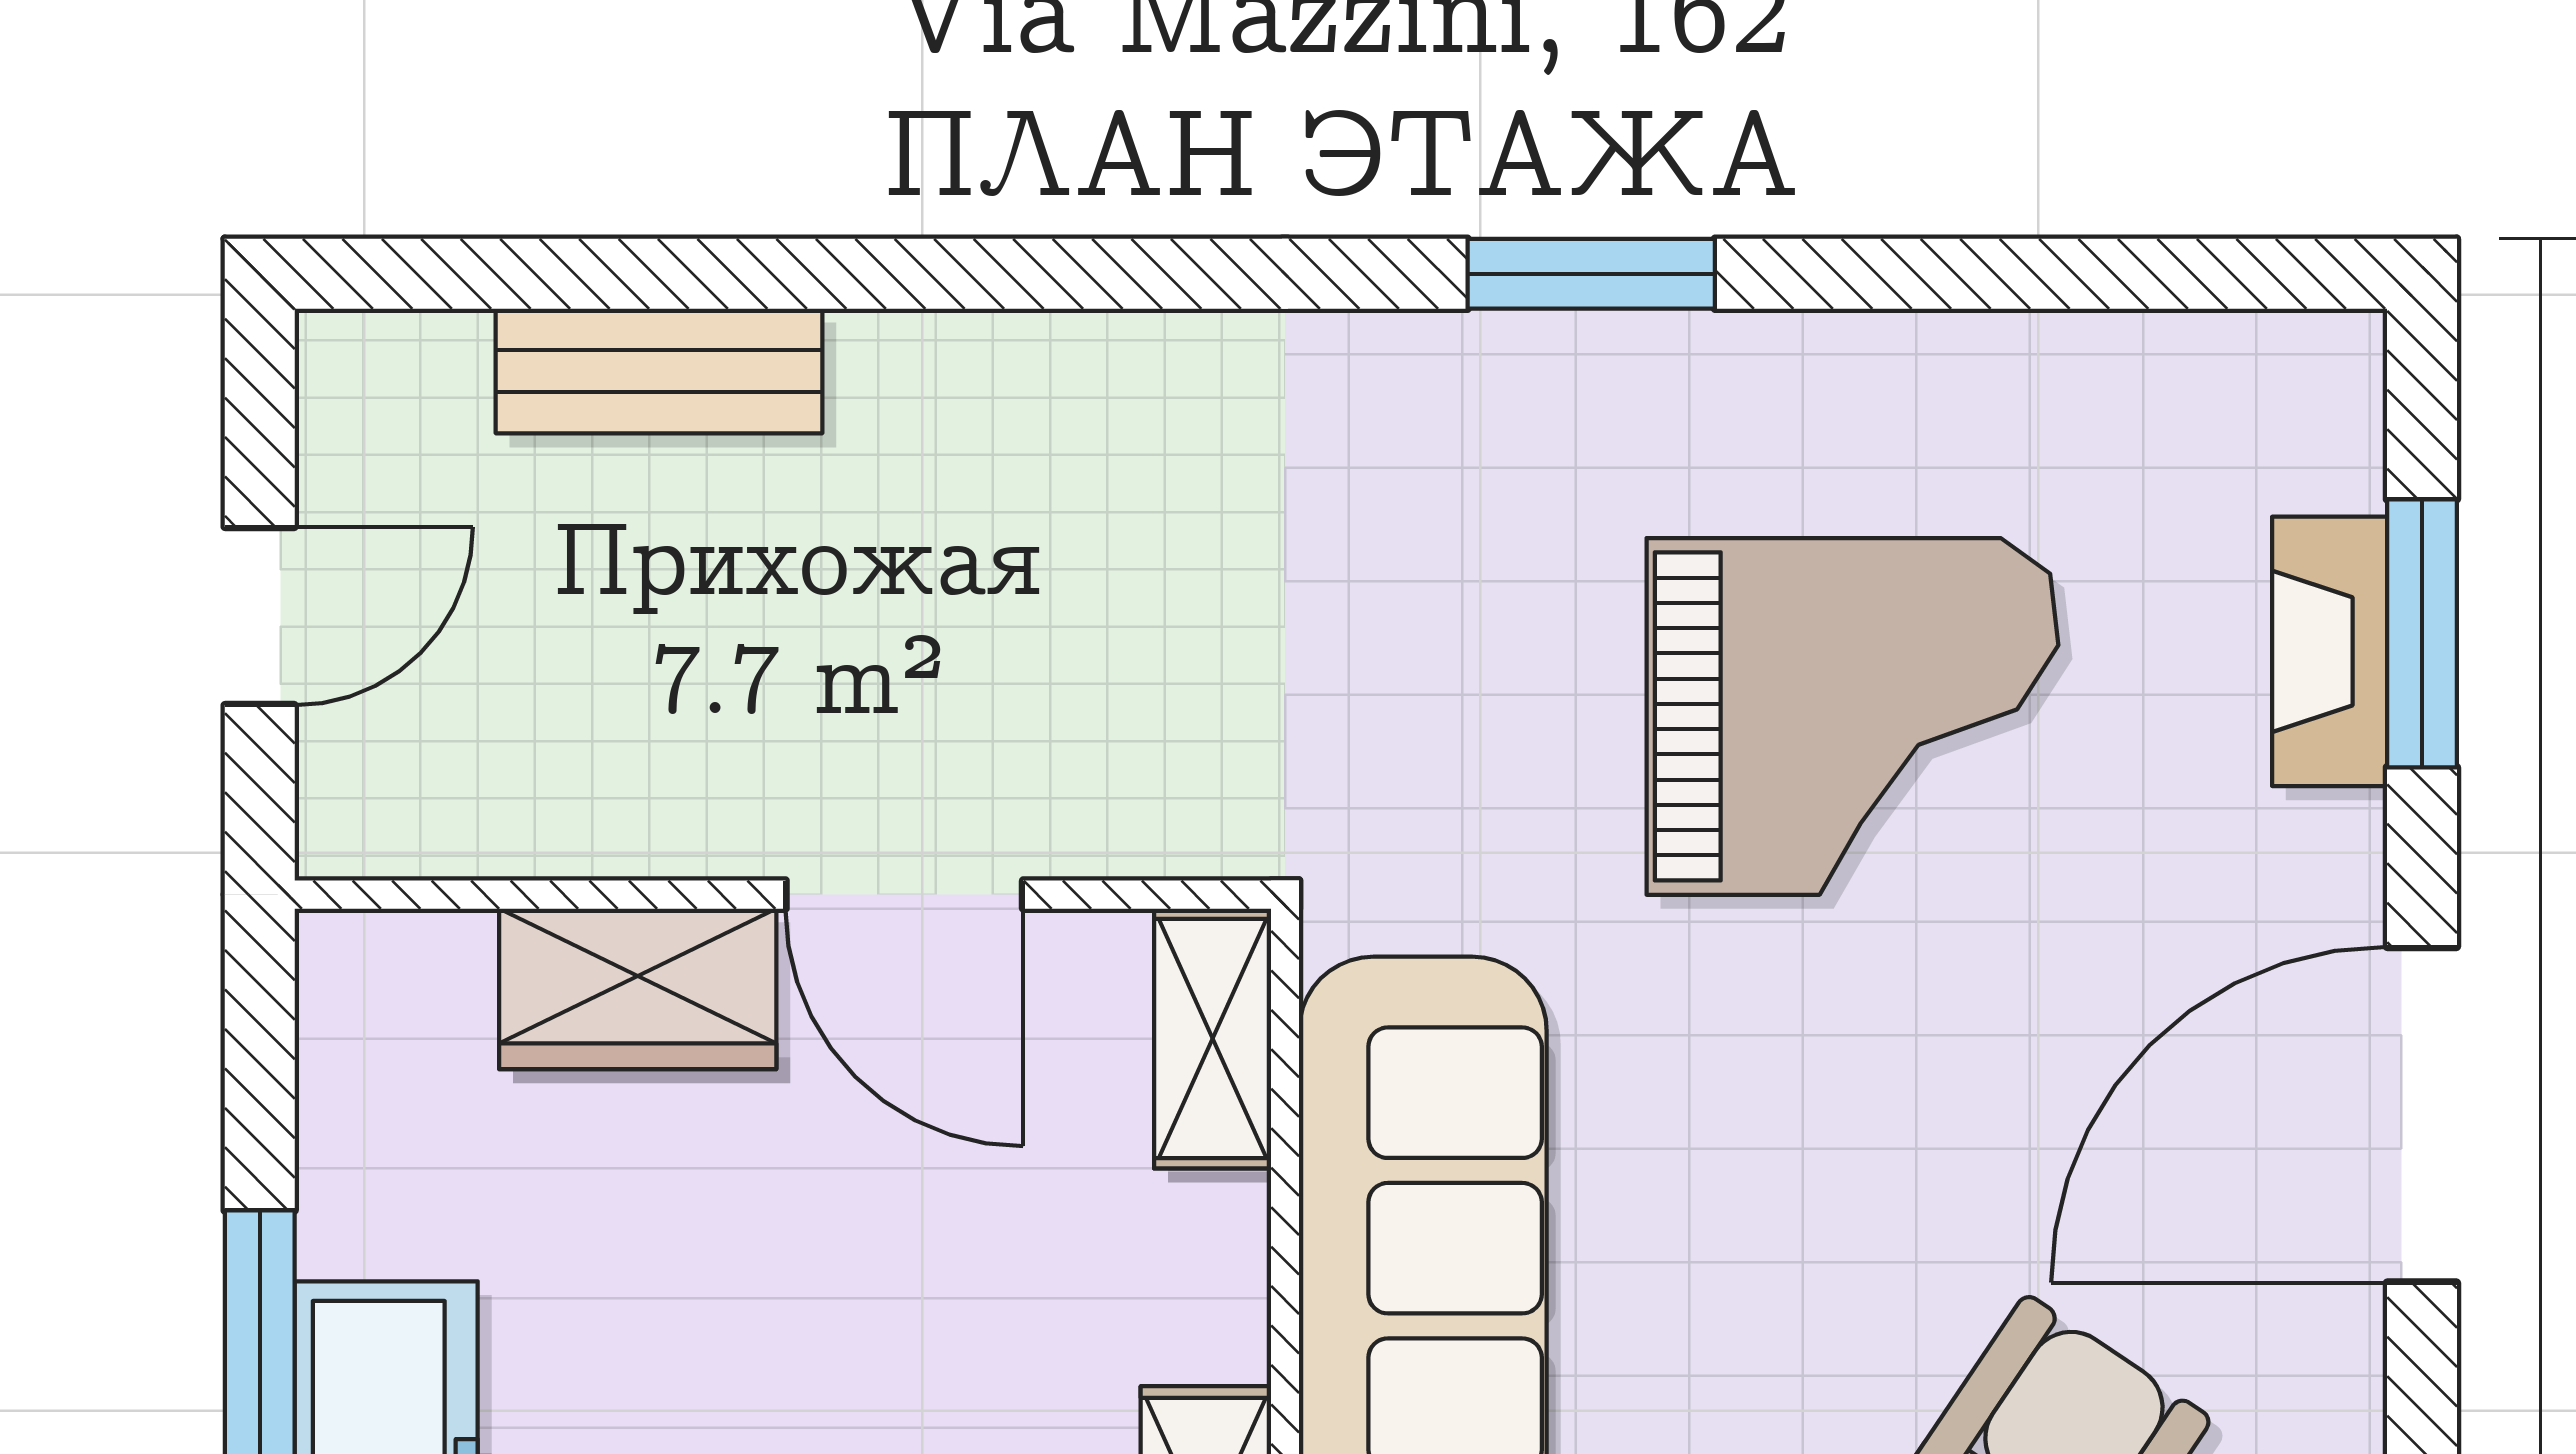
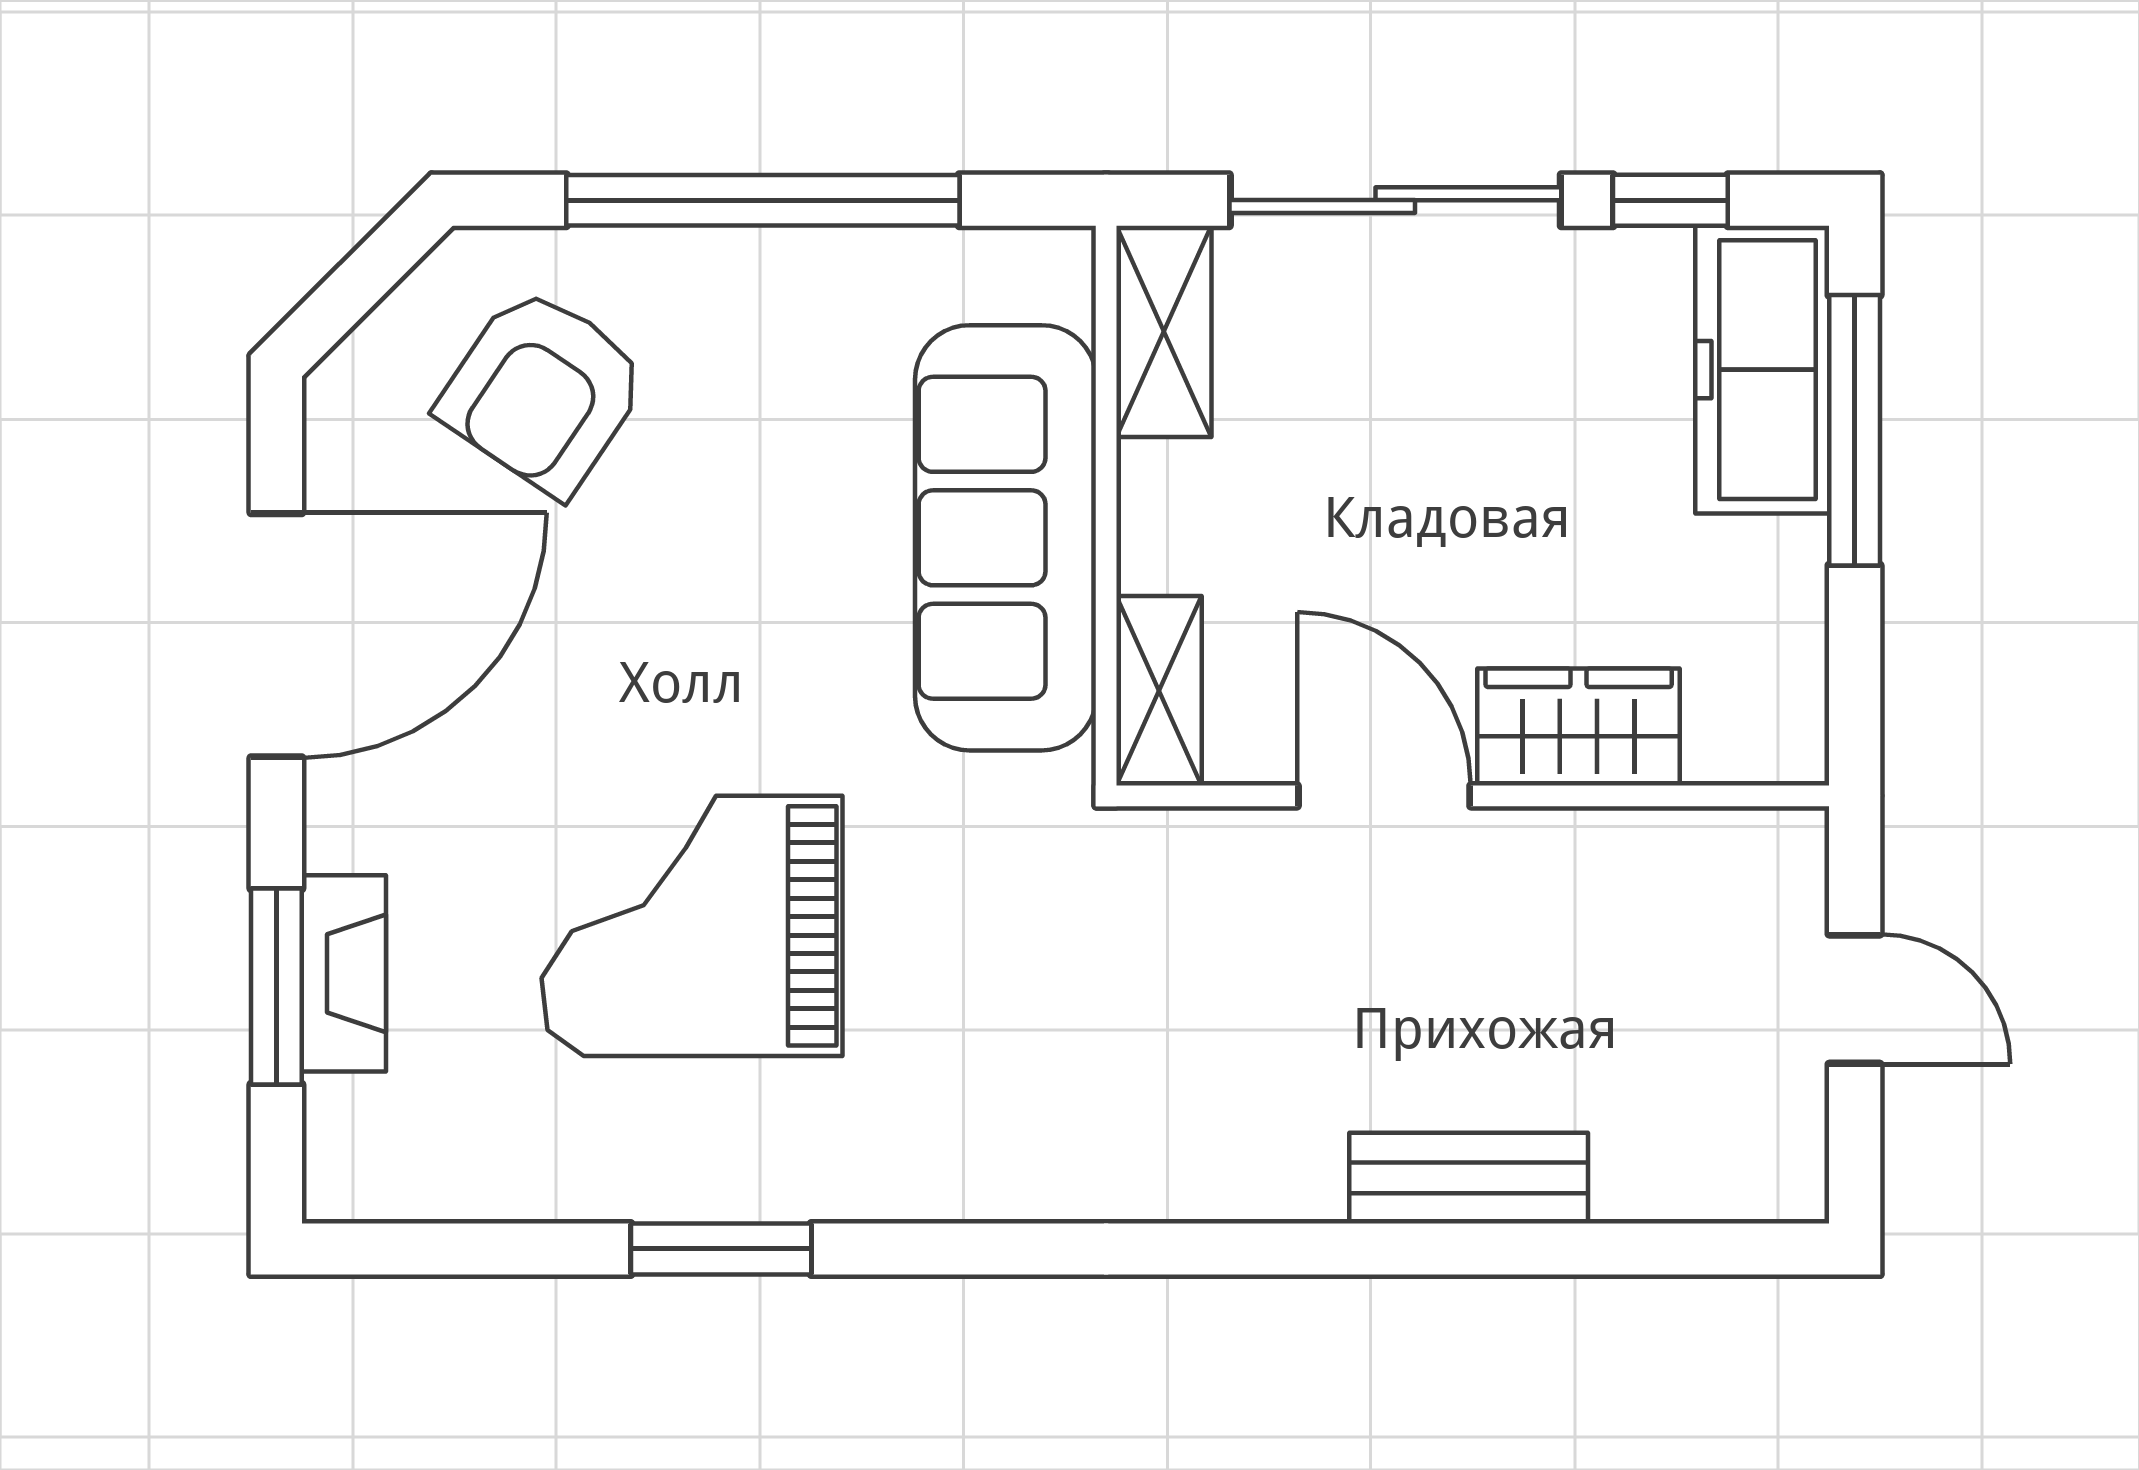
window: (1591, 274) -> (721, 1249), moved
bench: (659, 371) -> (1469, 1178), moved
door: (260, 616) -> (1855, 999), swing flipped

